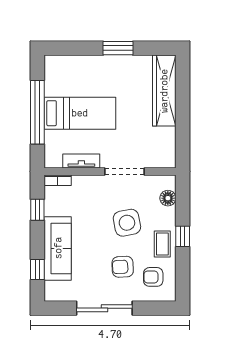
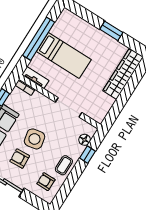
tv unit: (81, 161) -> (35, 78), moved
side table: (127, 223) -> (34, 139), moved
window: (183, 236) -> (88, 155), moved
armchair: (123, 267) -> (20, 159), moved

